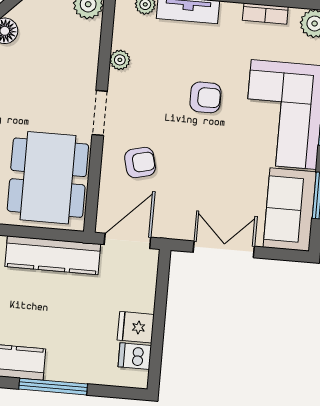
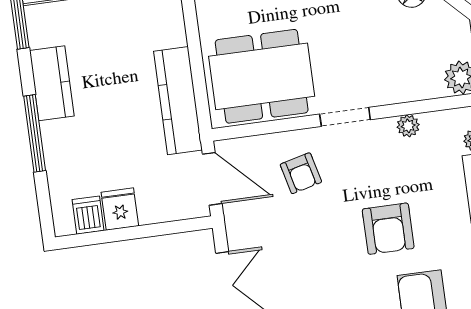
armchair: (205, 97) -> (388, 229), width x1.38, depth x1.38

